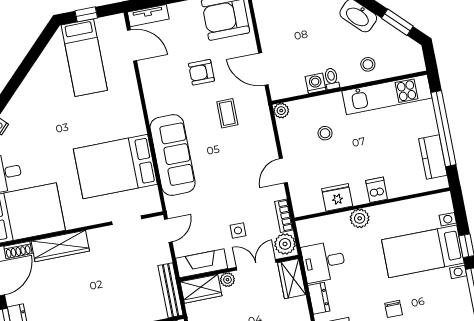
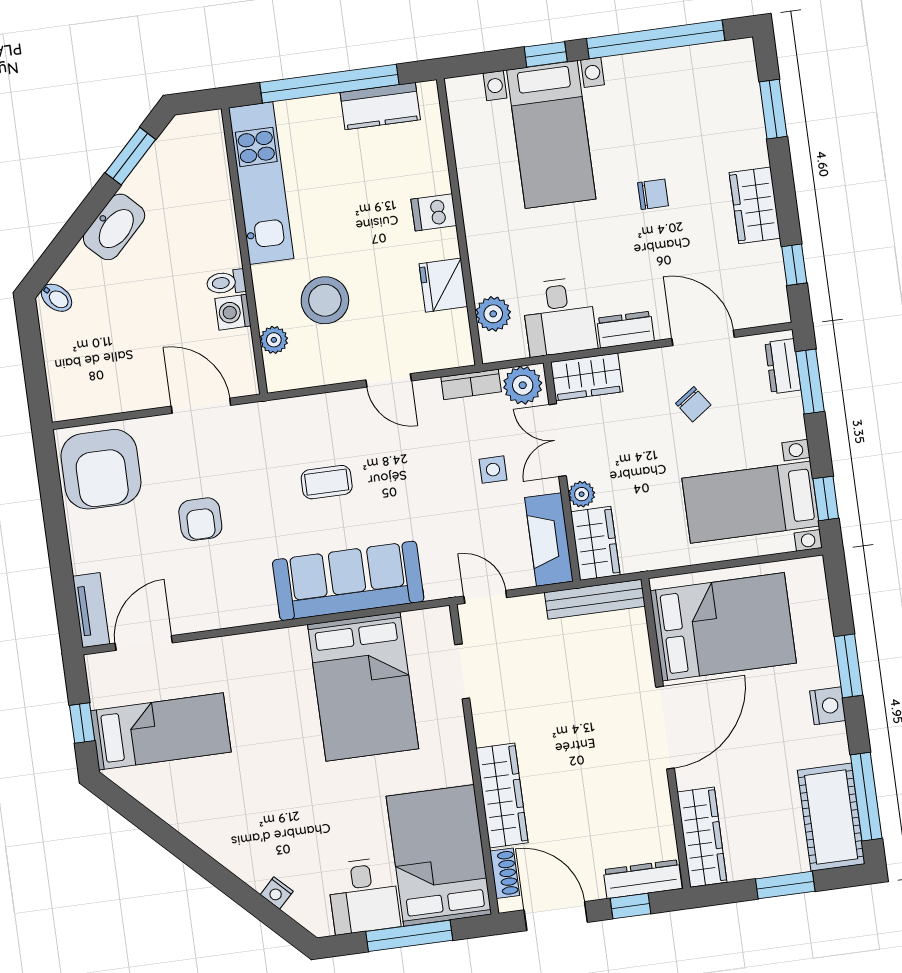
stool: (368, 64) -> (204, 215), removed
door: (263, 69) -> (201, 406), swing flipped
plant: (281, 111) -> (274, 340), moved
coffee table: (227, 113) -> (327, 482), moved
stool: (325, 133) -> (325, 300), width x1.89, depth x1.89
plant: (360, 218) -> (493, 314), moved

